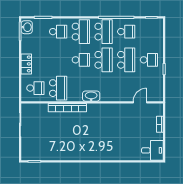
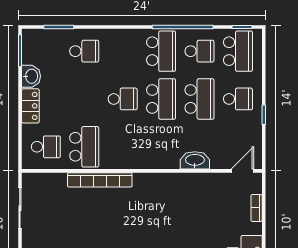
washbasin: (27, 27) -> (31, 76), moved
school desk: (81, 32) -> (238, 51), moved
washbasin: (91, 96) -> (195, 160), moved
door: (140, 102) -> (242, 171), moved

